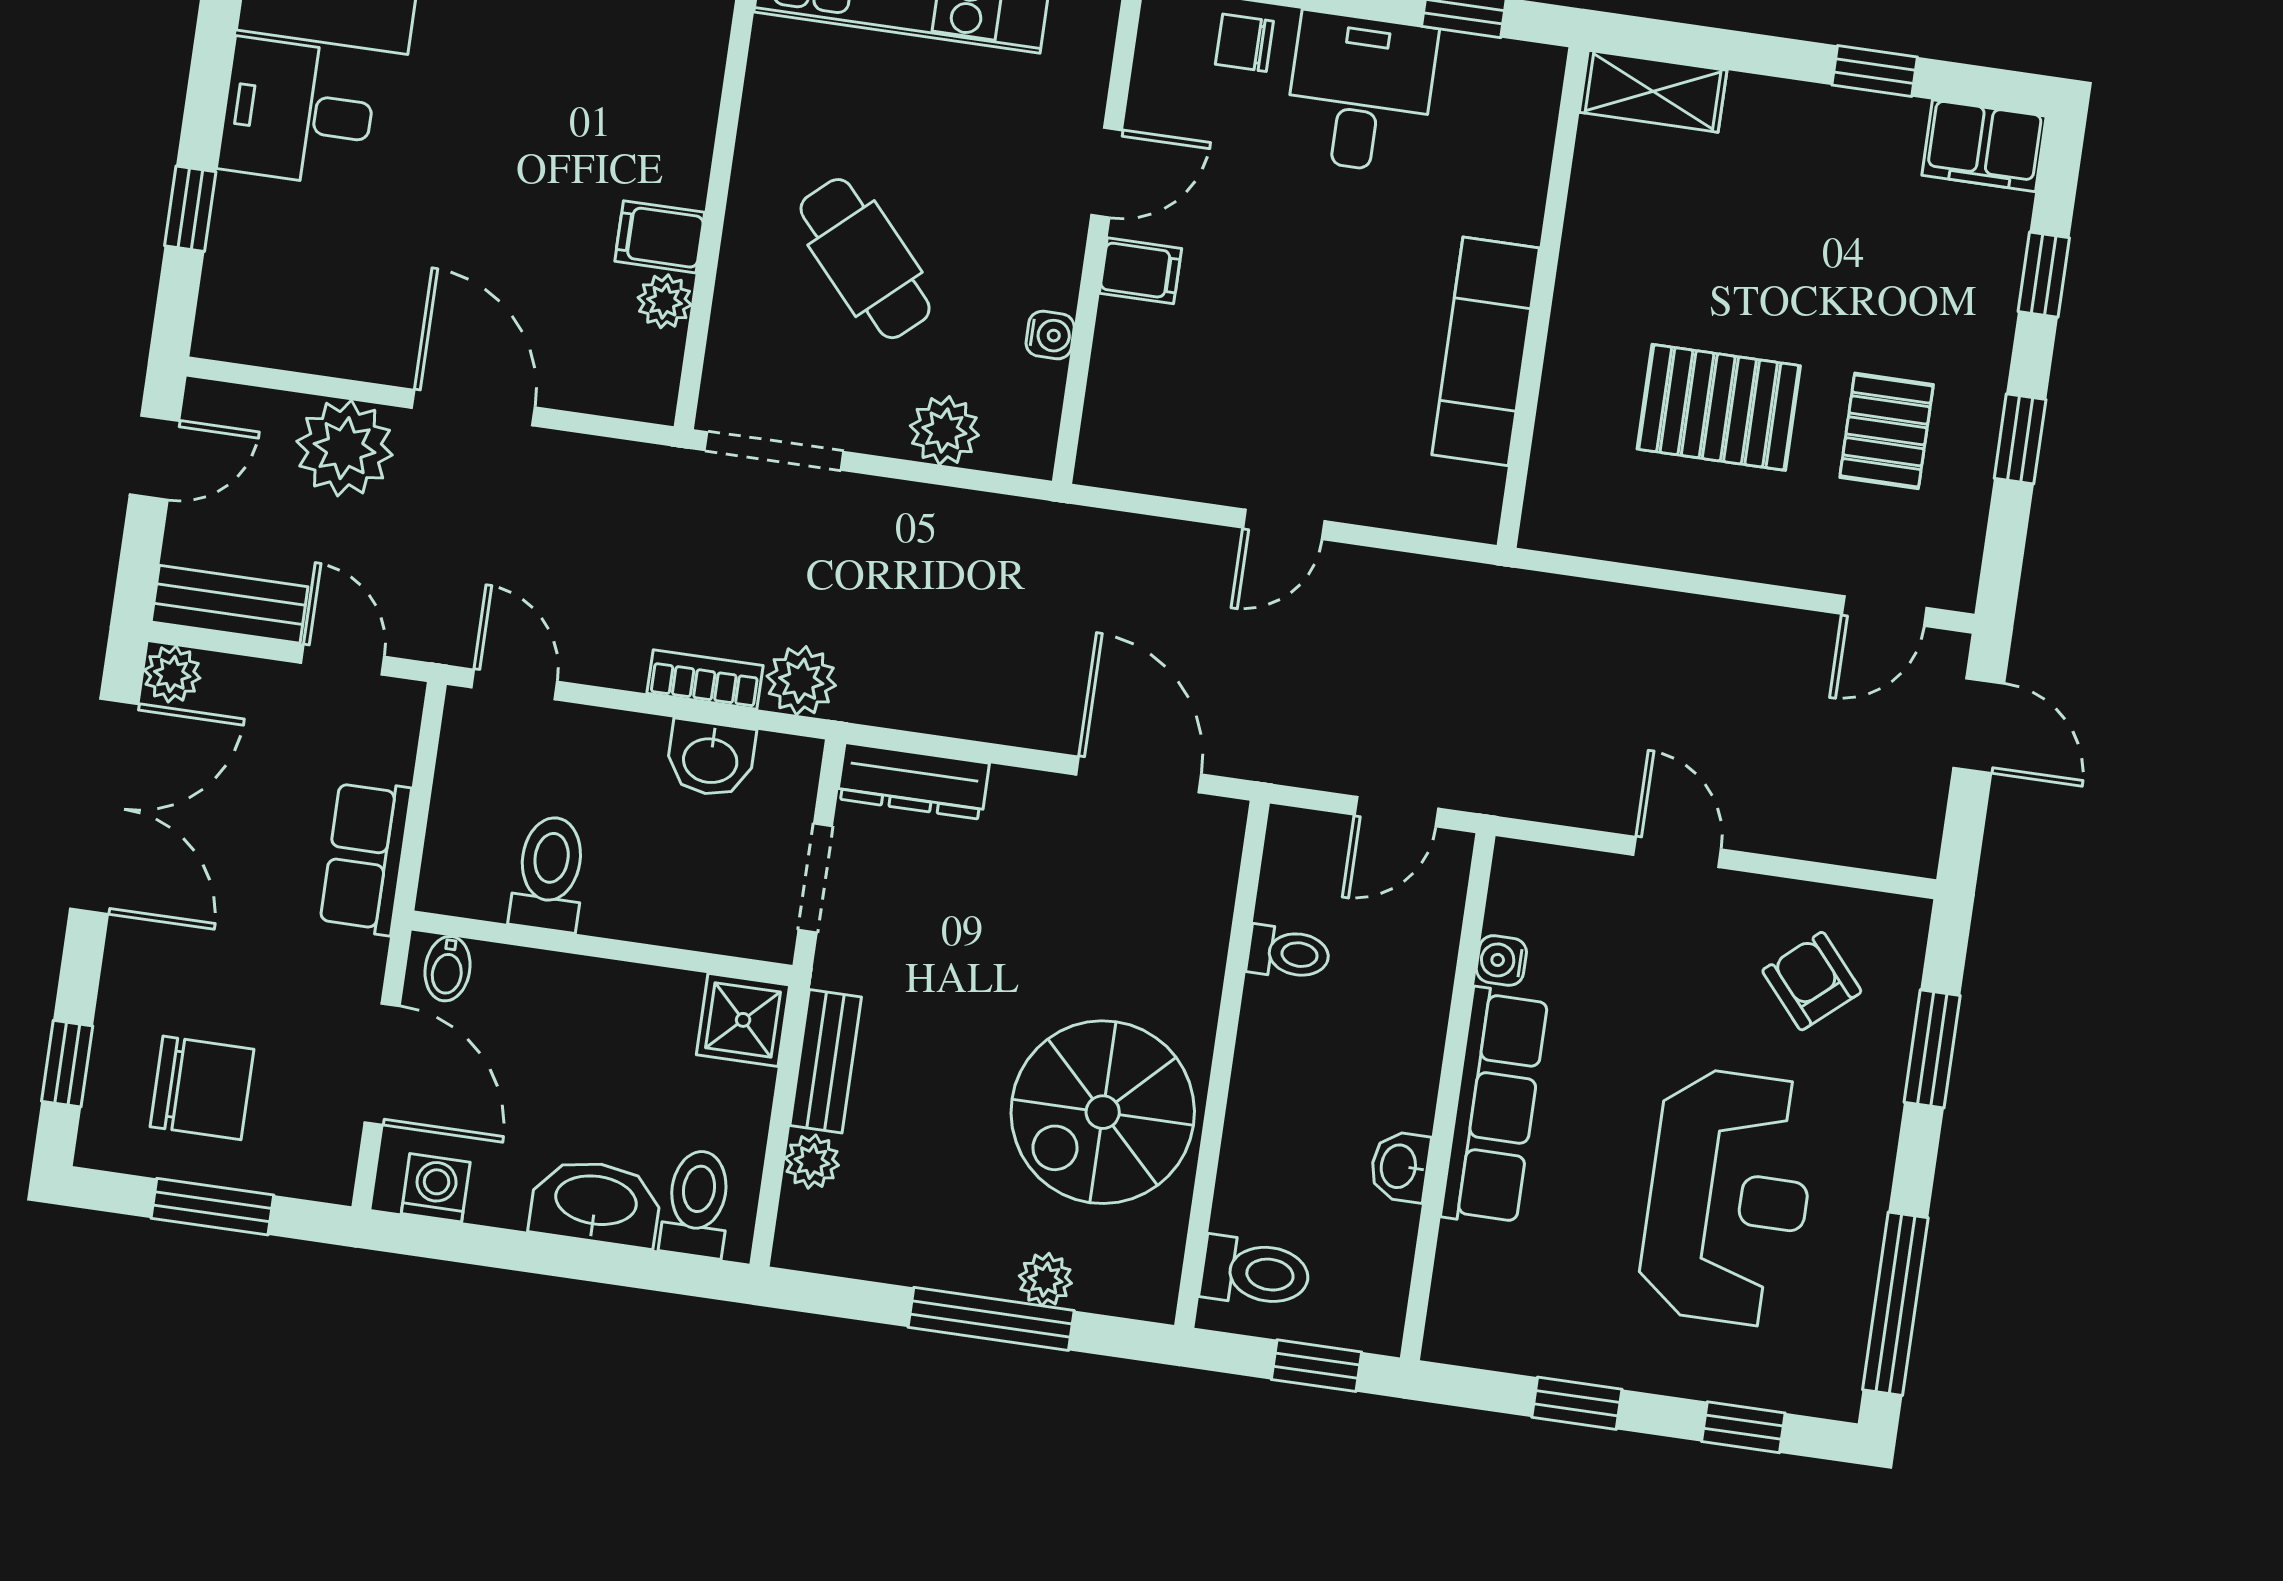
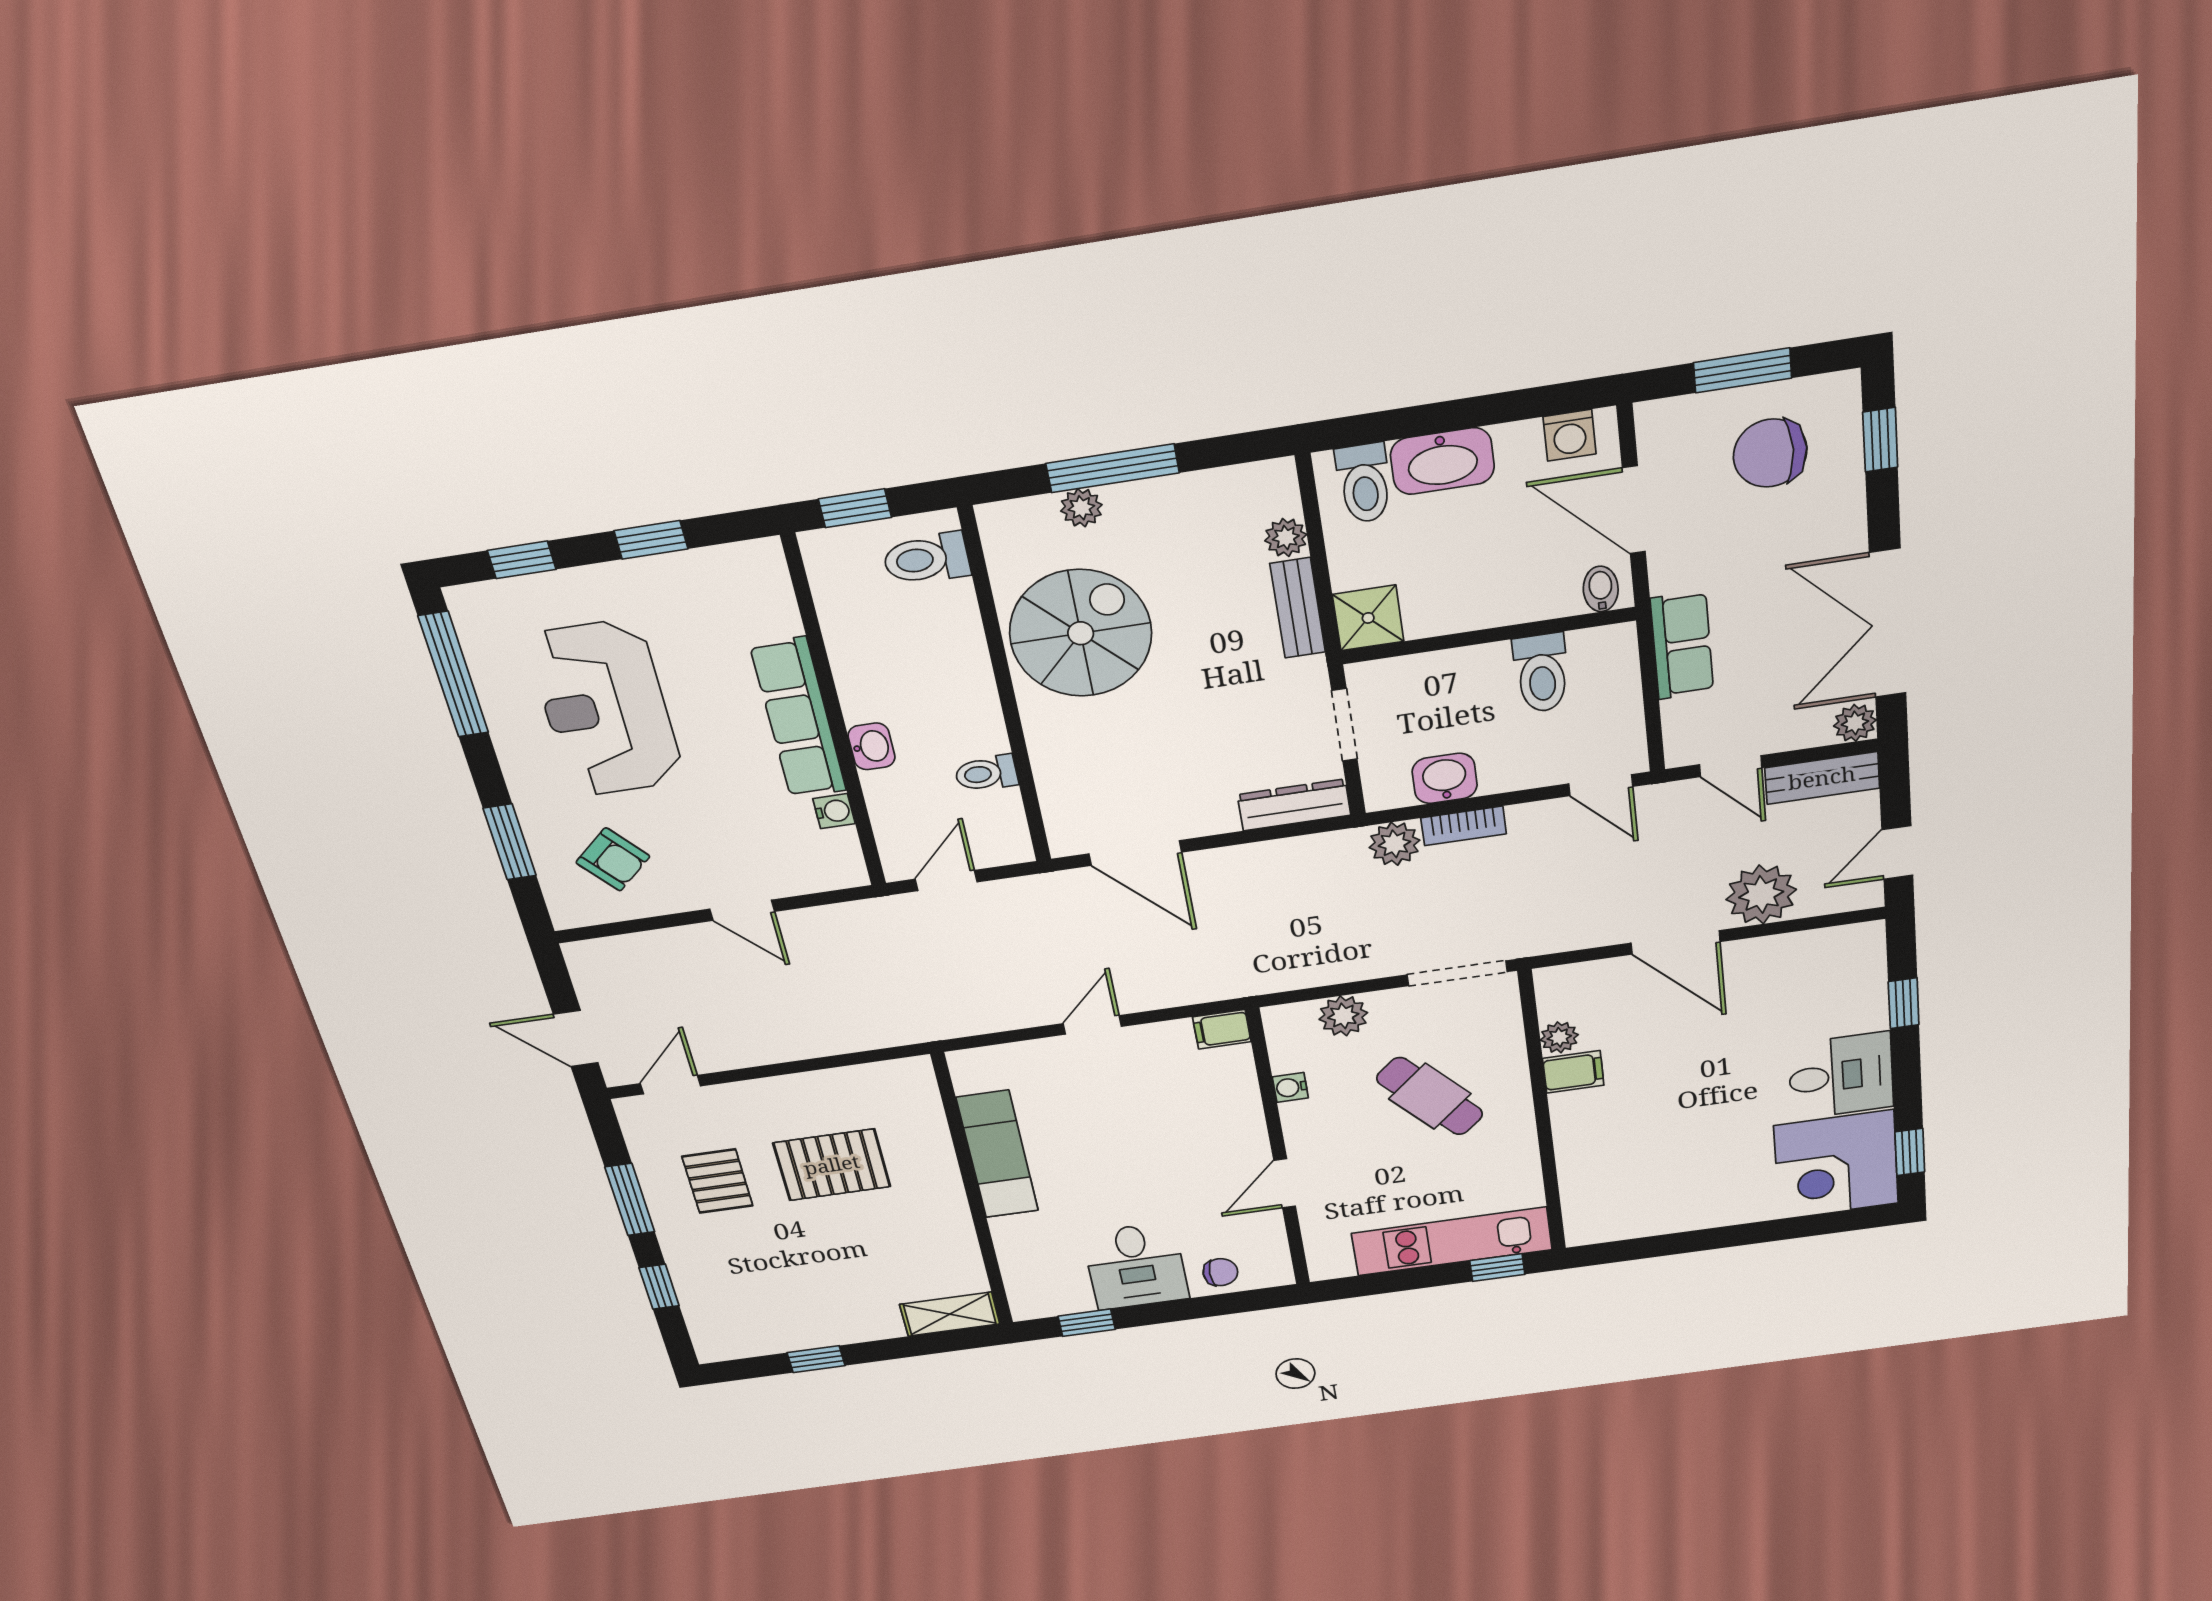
filing cabinet: (1984, 146) -> (730, 1340), removed
filing cabinet: (1140, 271) -> (1222, 1029), moved
window: (2020, 439) -> (630, 1200), width x1.50
washbasin: (1400, 1166) -> (872, 746), moved

